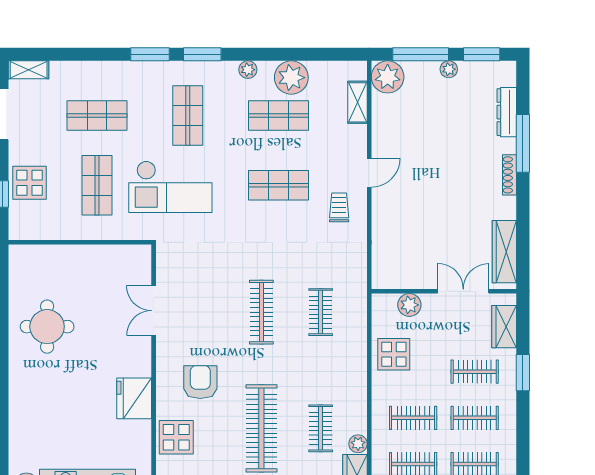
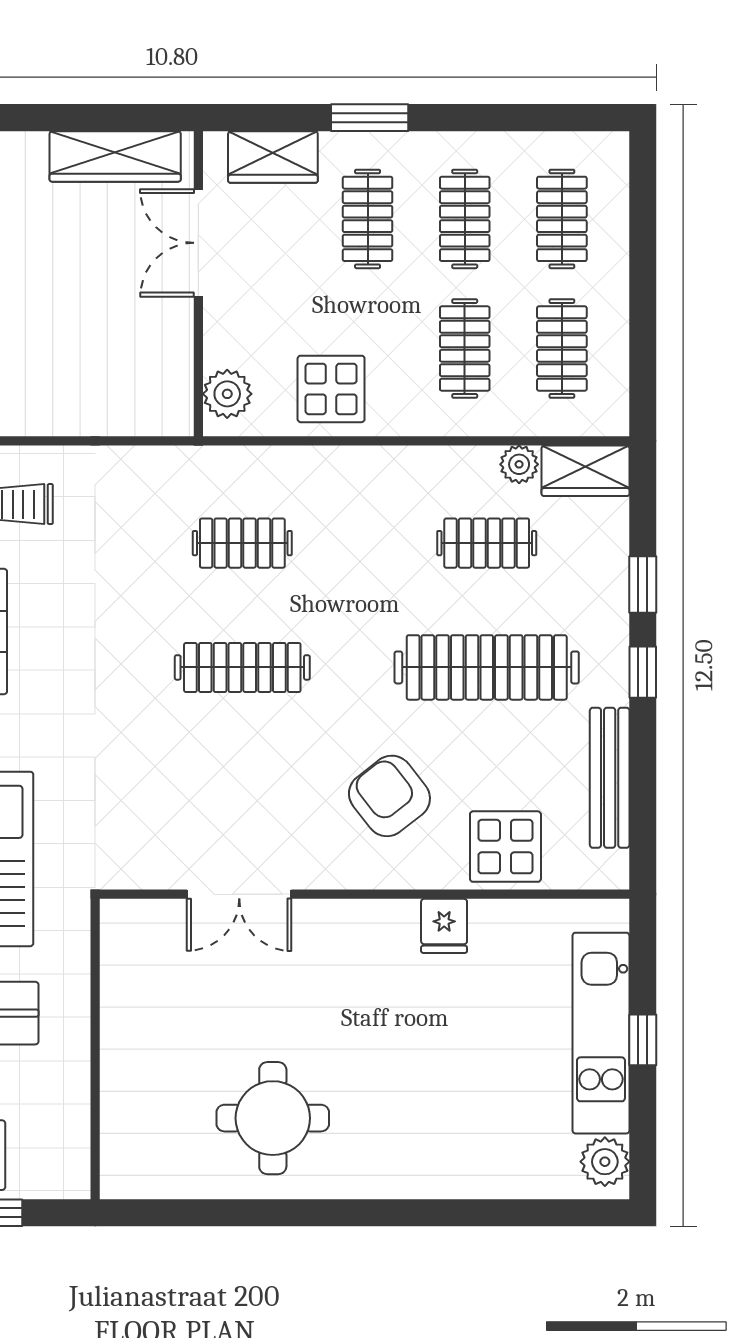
plant: (409, 305) -> (227, 394), moved
armchair: (200, 382) -> (389, 796), turned 52
fridge: (134, 398) -> (444, 926), width x0.53, depth x0.75

